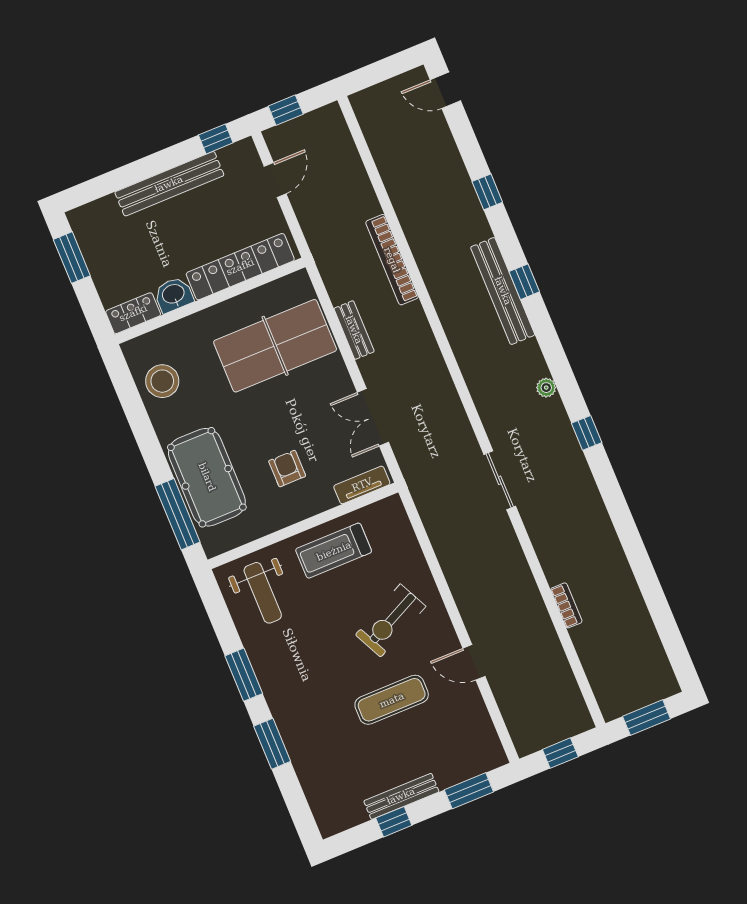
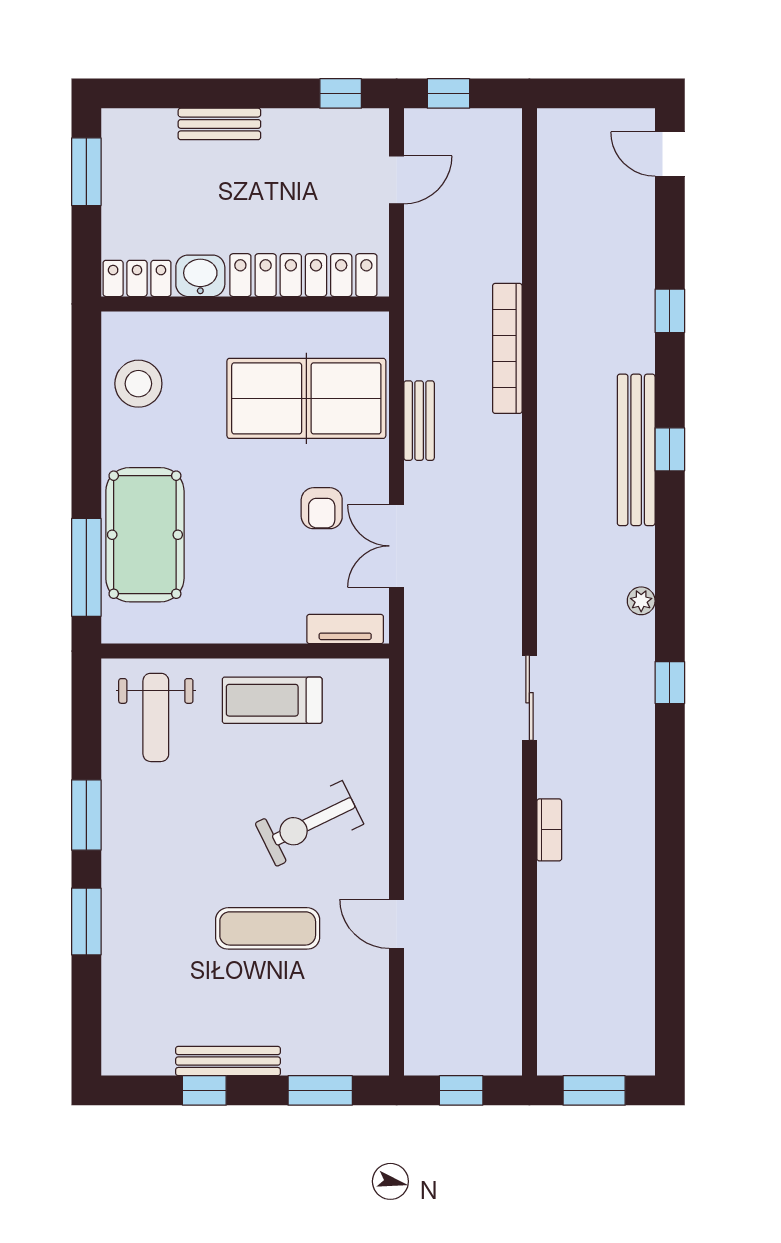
bench: (169, 184) -> (219, 124), width x0.54, depth x0.82
armchair: (287, 469) -> (322, 508), moved, turned 180
bookcase: (566, 605) -> (549, 830), moved

